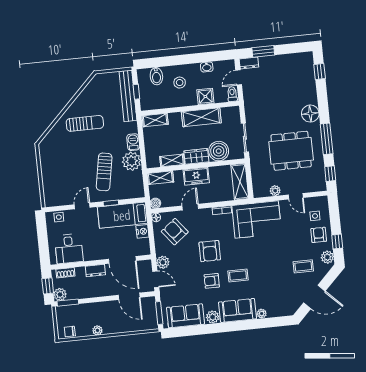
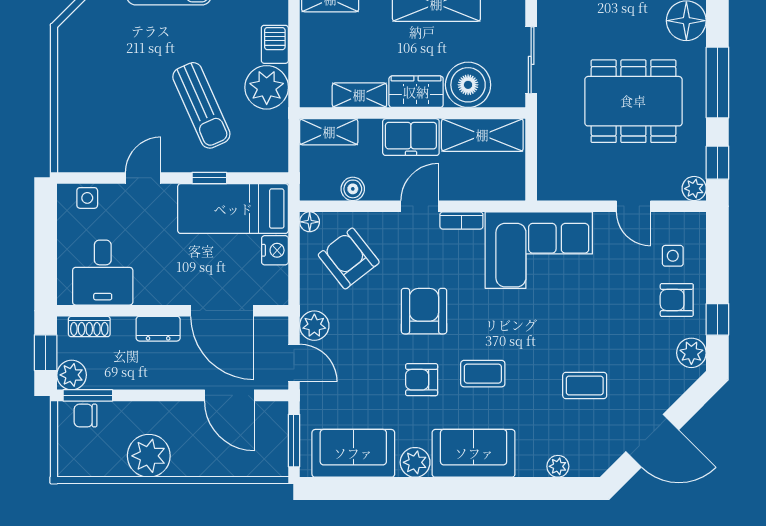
sun lounger: (104, 172) -> (201, 105), turned -34
shelving: (240, 182) -> (482, 135), moved, turned 90
plant: (275, 191) -> (694, 189), moved
boiler: (155, 203) -> (353, 189), moved
door: (190, 207) -> (419, 206), moved
armchair: (319, 235) -> (677, 300), turned -90
armchair: (210, 251) -> (424, 311), turned 180
coffee table: (303, 266) -> (585, 385), moved
plant: (262, 314) -> (558, 466), moved
plant: (97, 330) -> (149, 456), width x1.88, depth x1.88
chair: (70, 331) -> (85, 416), moved

